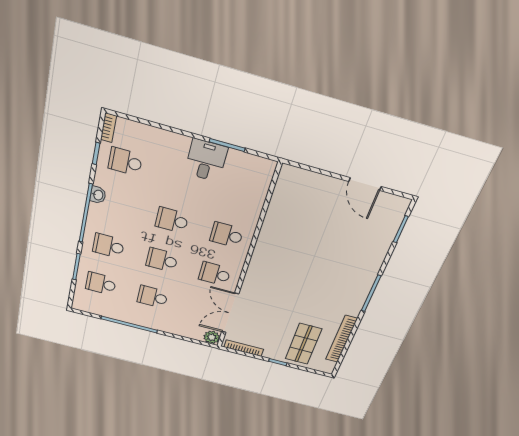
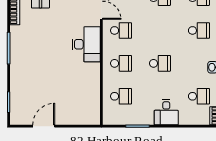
desk: (206, 160) -> (166, 112), moved
door: (365, 184) -> (44, 126), hinge flipped
school desk: (162, 260) -> (121, 96), moved
desk: (266, 270) -> (86, 44), added

